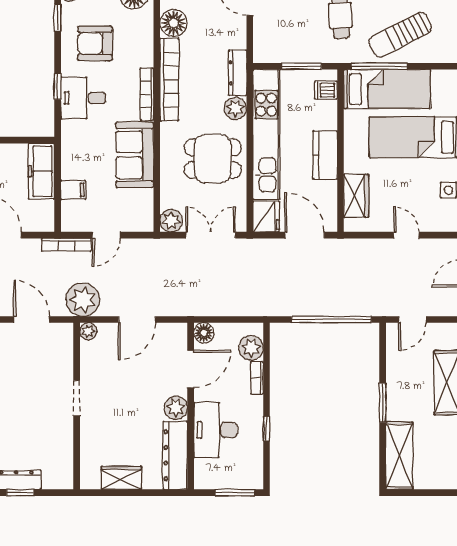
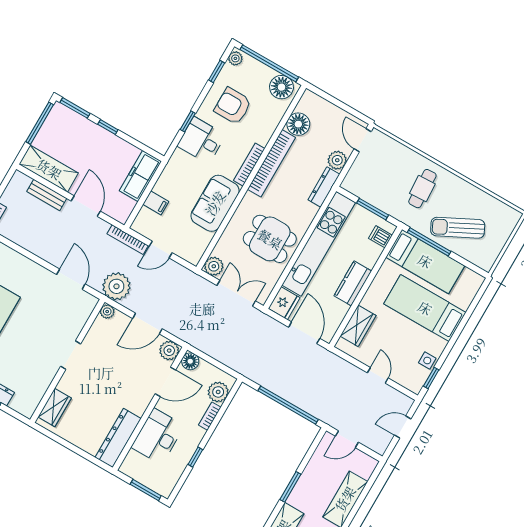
plant: (235, 108) -> (337, 160), moved
plant: (176, 408) -> (169, 351), moved
wardrobe: (121, 478) -> (55, 407), moved, turned 90

